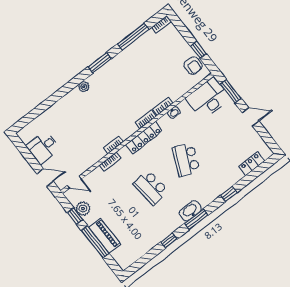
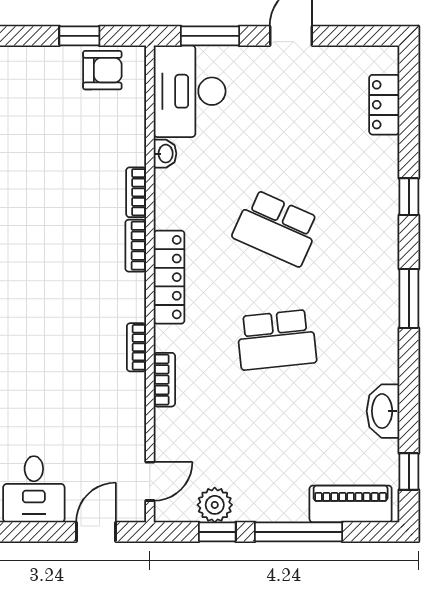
washbasin: (174, 112) -> (165, 154), moved
washbasin: (190, 211) -> (383, 411), moved
piano: (105, 236) -> (351, 504), moved
window: (169, 241) -> (409, 471), moved

